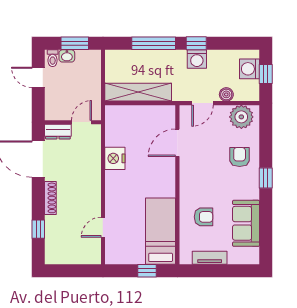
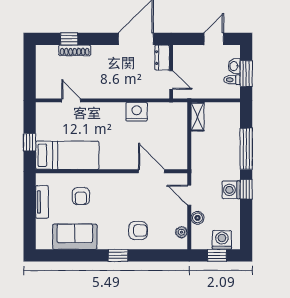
toilet: (53, 58) -> (232, 80), moved
shelving: (138, 92) -> (197, 117), width x0.45, depth x0.75
plant: (241, 117) -> (181, 232), width x0.53, depth x0.53
shoe rack: (50, 198) -> (75, 50), moved

